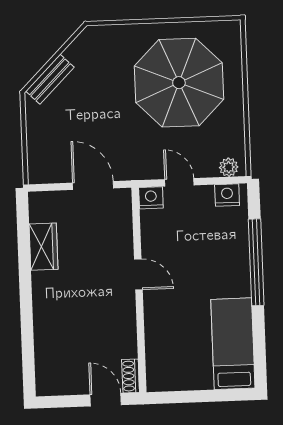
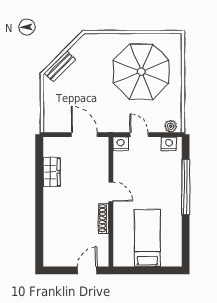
bed: (233, 344) -> (147, 238), moved
shoe rack: (131, 376) -> (103, 218), moved, width x1.43
door: (106, 400) -> (87, 270), hinge flipped

